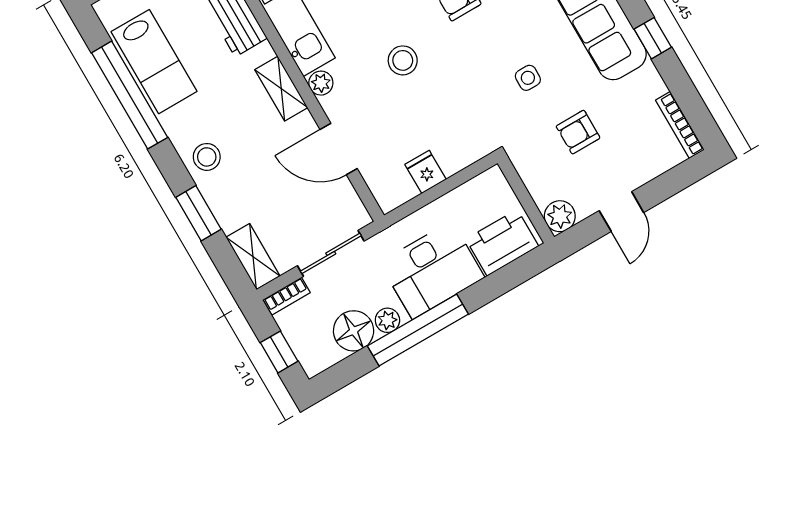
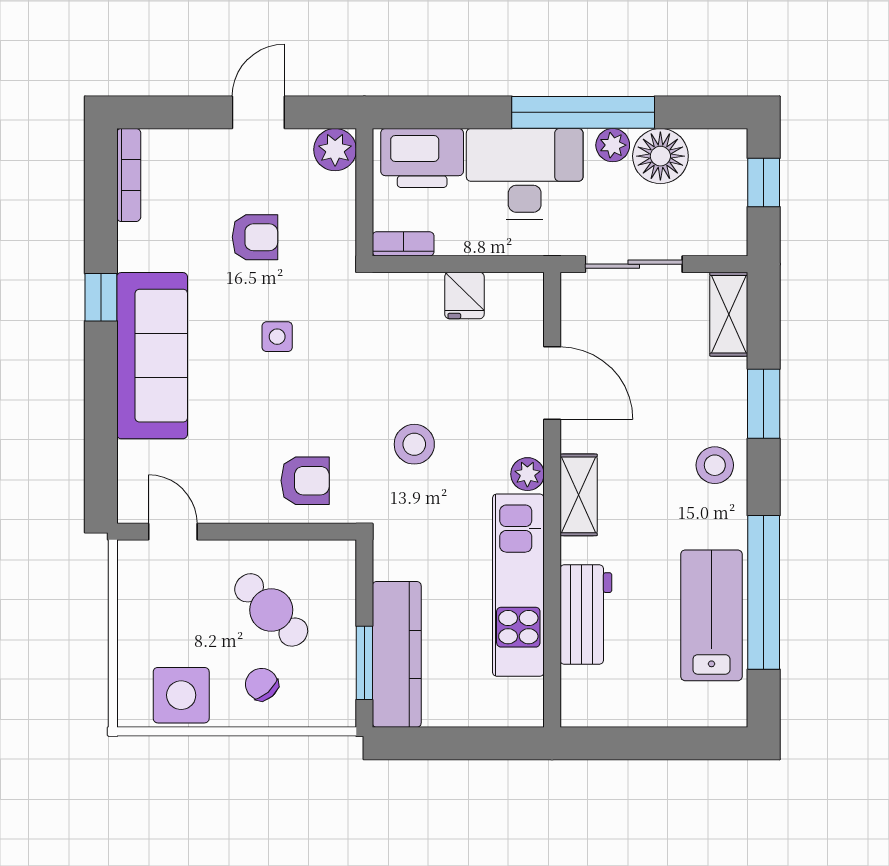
bookcase: (287, 296) -> (403, 244), moved

